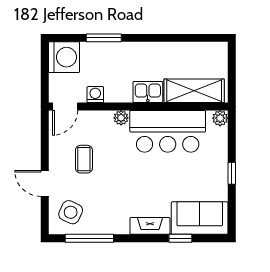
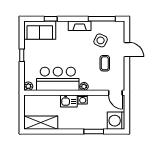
shelving: (194, 91) -> (41, 123), moved
washing machine: (95, 95) -> (83, 100), moved
door: (65, 107) -> (115, 93), swing flipped
side table: (71, 212) -> (101, 40), moved
fireplace: (150, 226) -> (80, 26), moved

